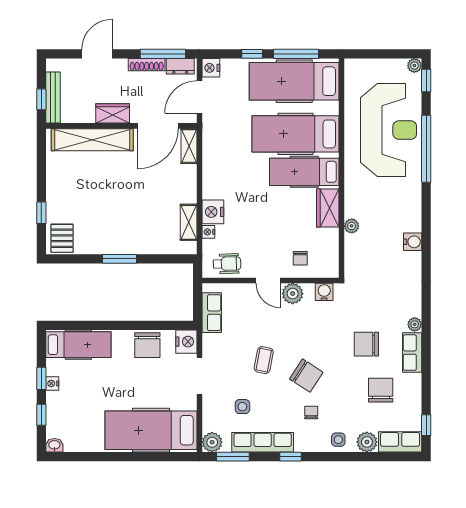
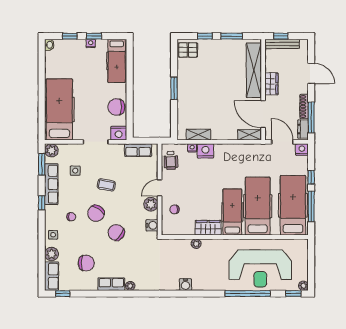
window: (41, 173) -> (232, 36), added
chair: (366, 344) -> (116, 233), moved, turned -55

